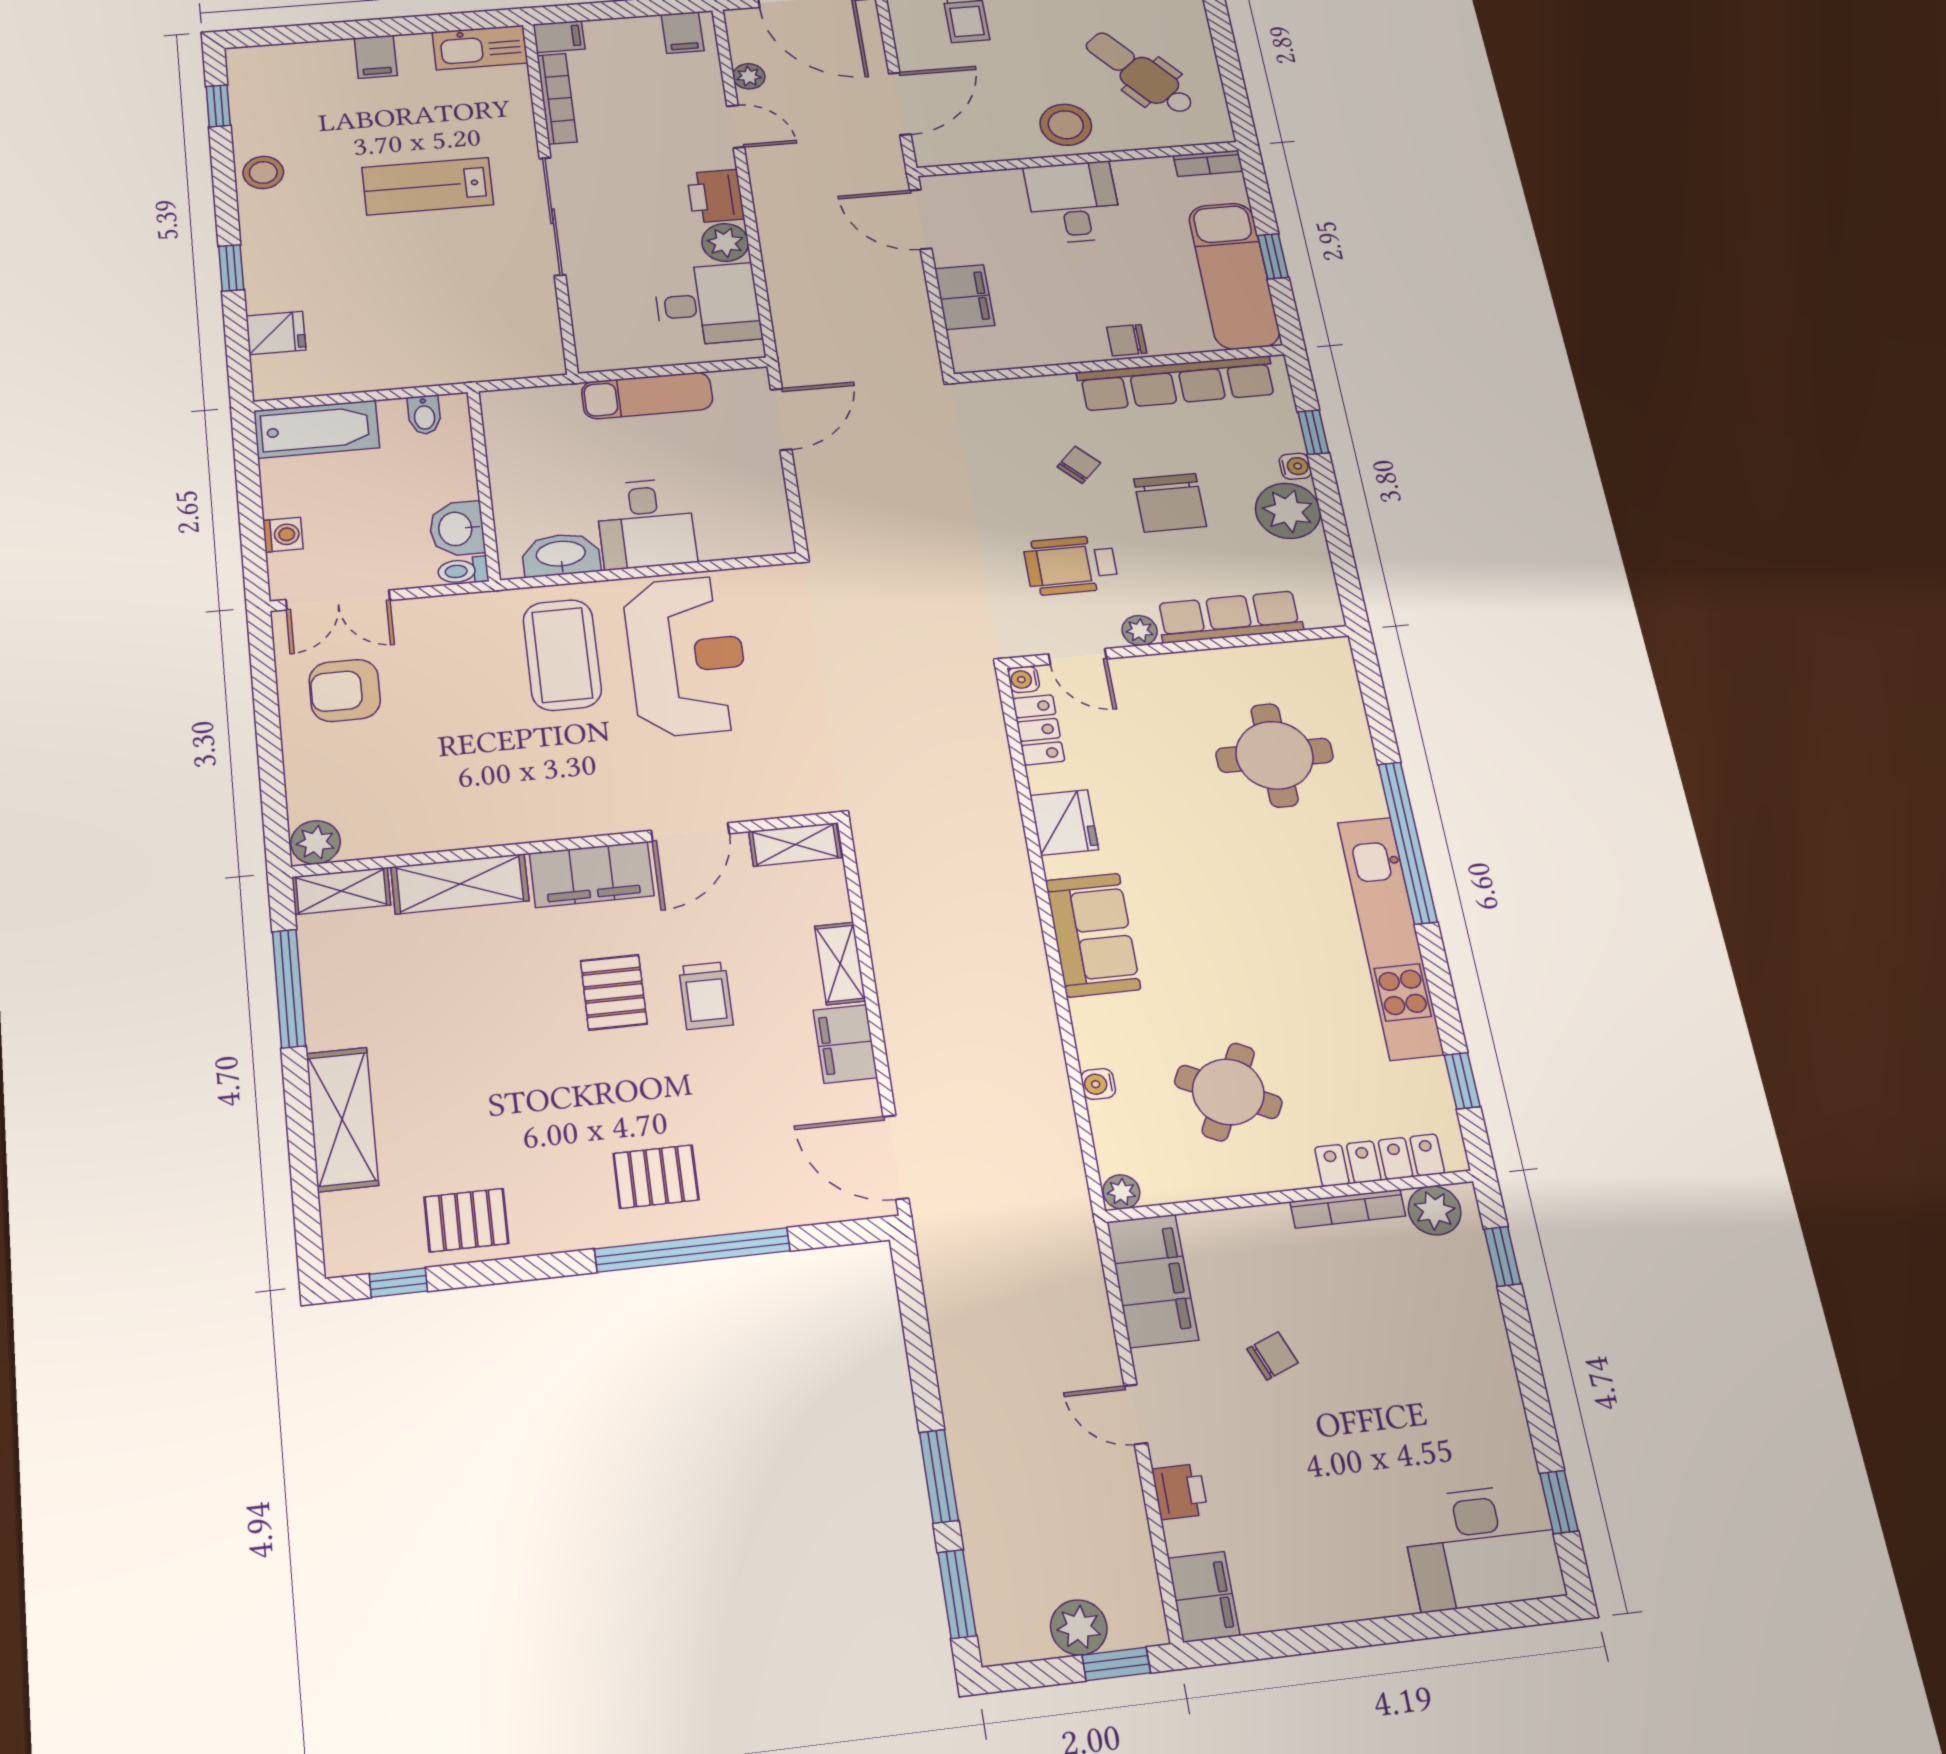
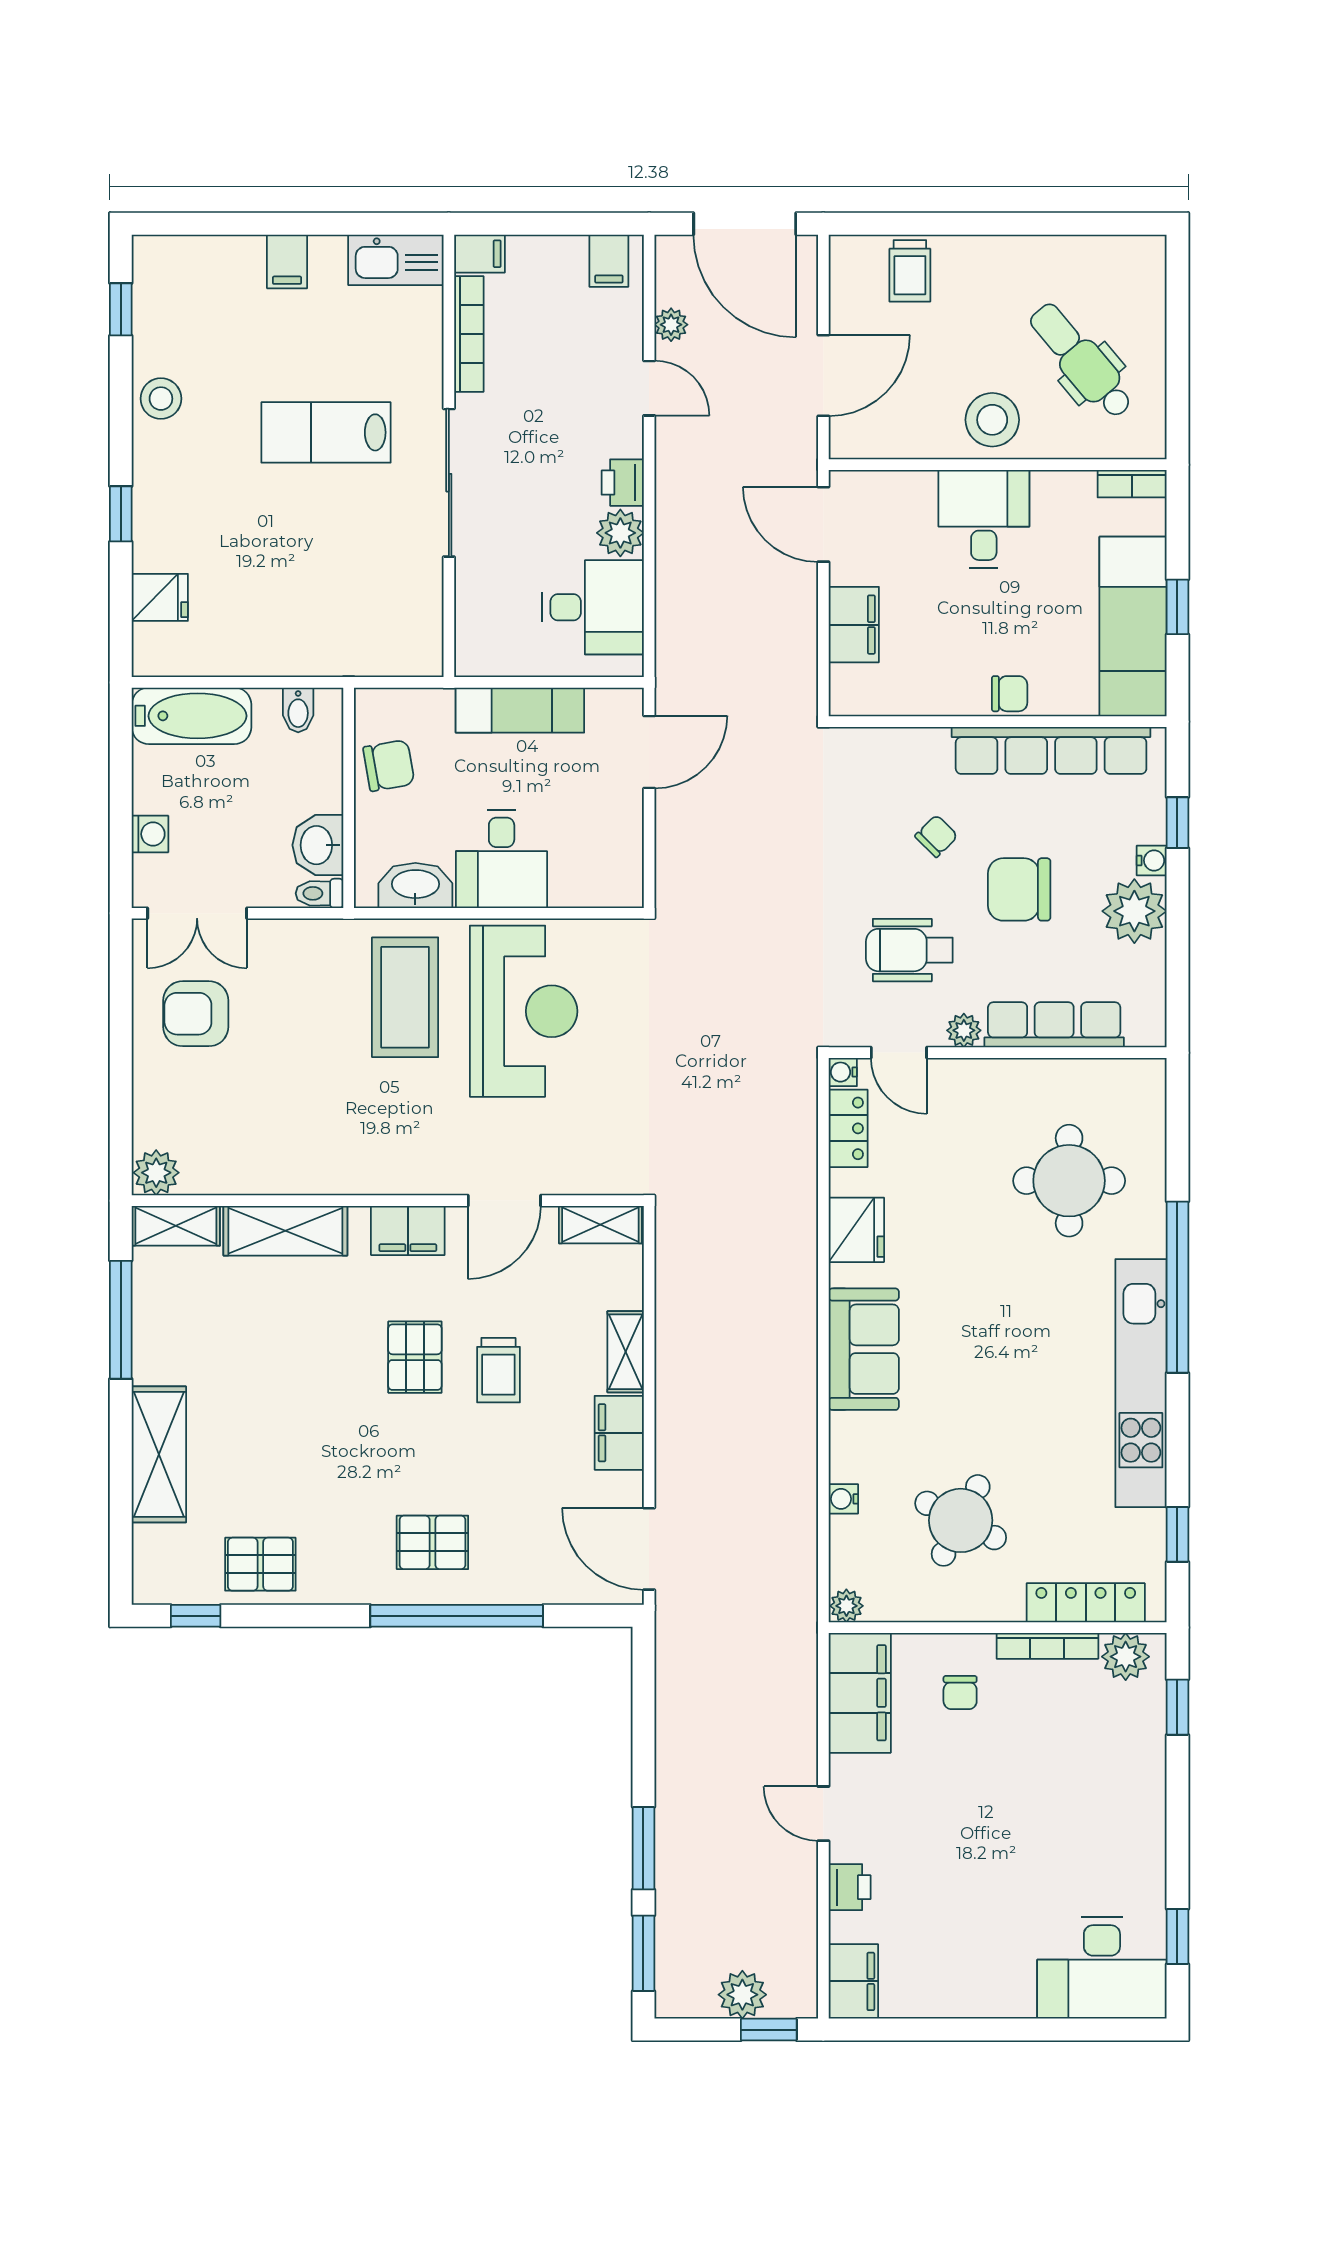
printer: (716, 196) -> (623, 483), width x0.73, depth x0.81
chair: (1127, 340) -> (1010, 694), turned 180
chair: (521, 454) -> (389, 766), added
chair: (1170, 503) -> (1019, 889), turned 90
filing cabinet: (592, 874) -> (408, 1230), width x0.67, depth x0.86
chair: (1272, 1356) -> (960, 1693), moved, turned 112

